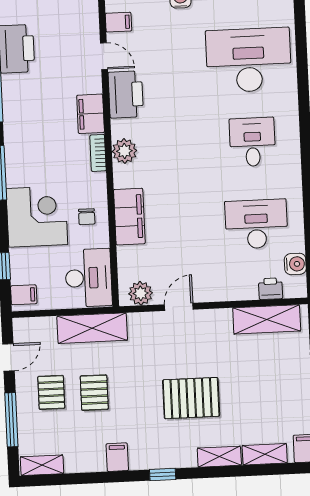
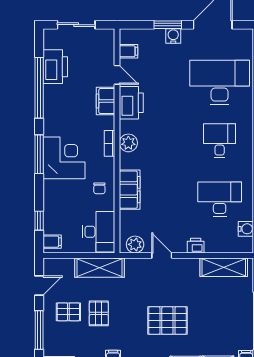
filing cabinet: (91, 114) -> (106, 101), moved
corner desk: (37, 217) -> (64, 158), moved
printer: (271, 289) -> (196, 246), moved
door: (179, 307) -> (162, 255), hinge flipped
pallet: (51, 392) -> (68, 312), turned 90

